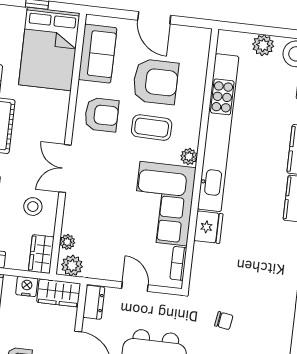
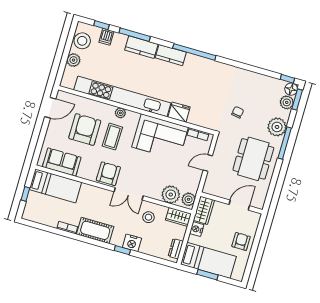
door: (154, 18) -> (50, 108), moved
bed: (49, 49) -> (55, 186), width x0.67
armchair: (102, 115) -> (108, 174), moved
plant: (189, 157) -> (120, 113), moved
plant: (67, 242) -> (171, 195), width x1.88, depth x1.88
dresser: (94, 302) -> (213, 190), removed

